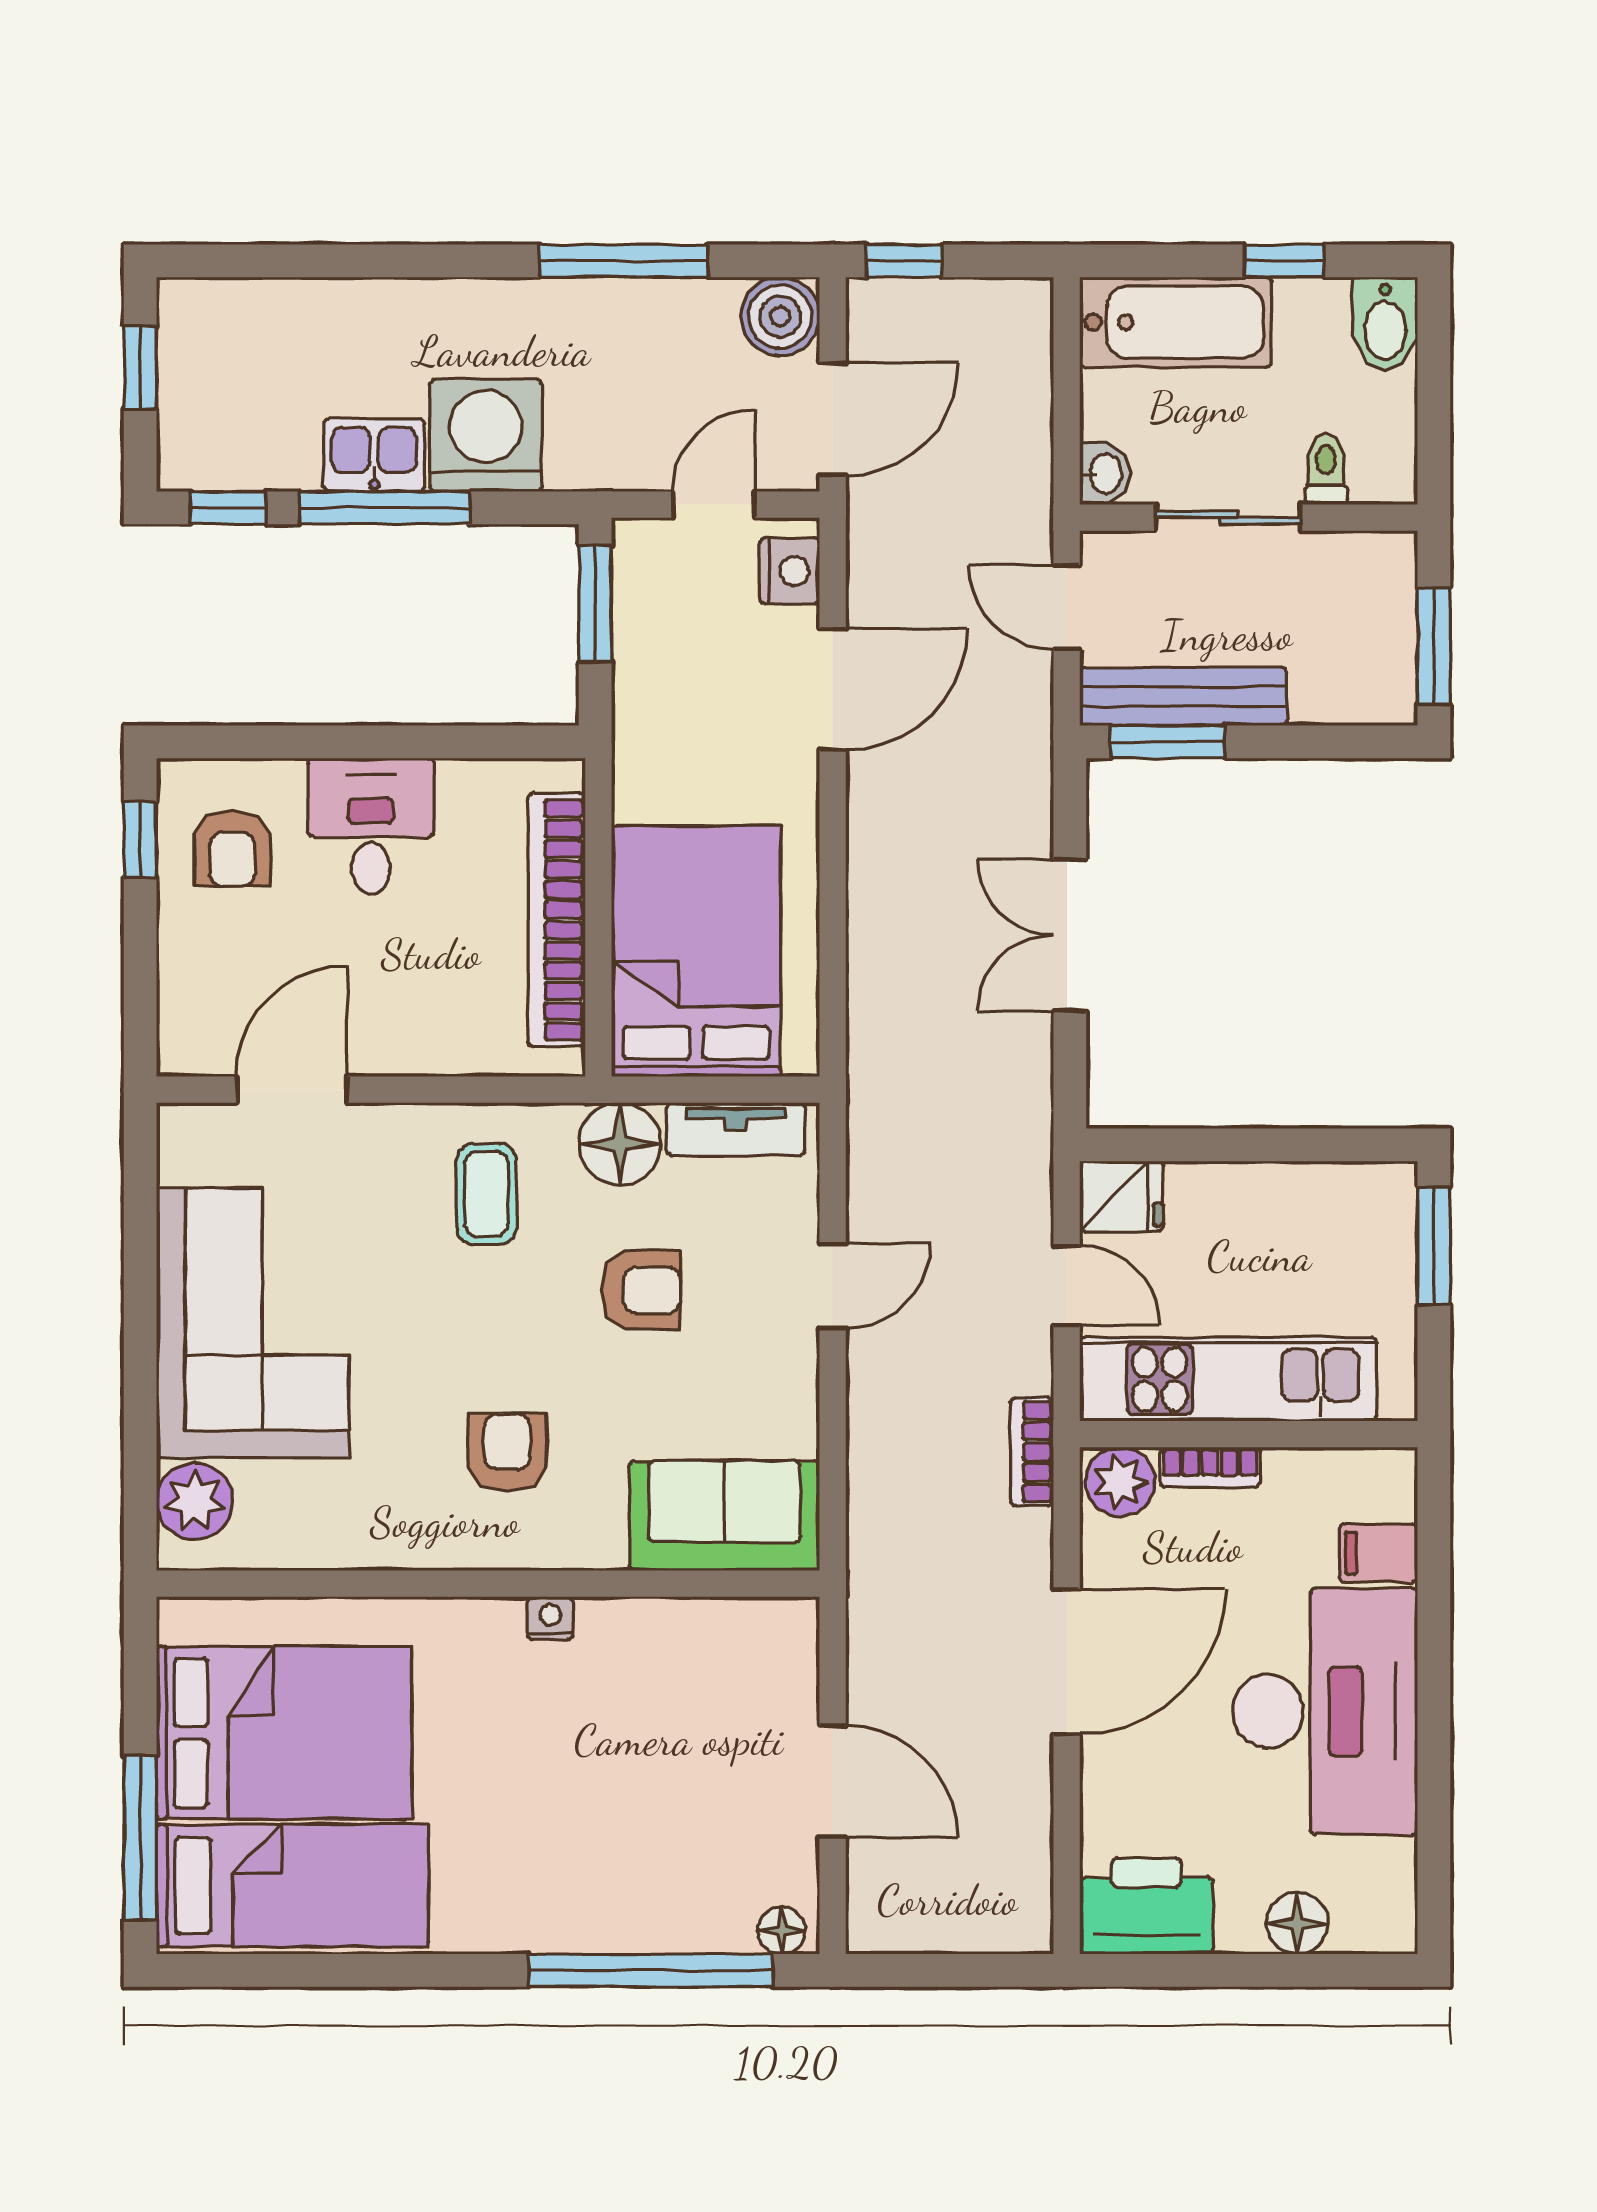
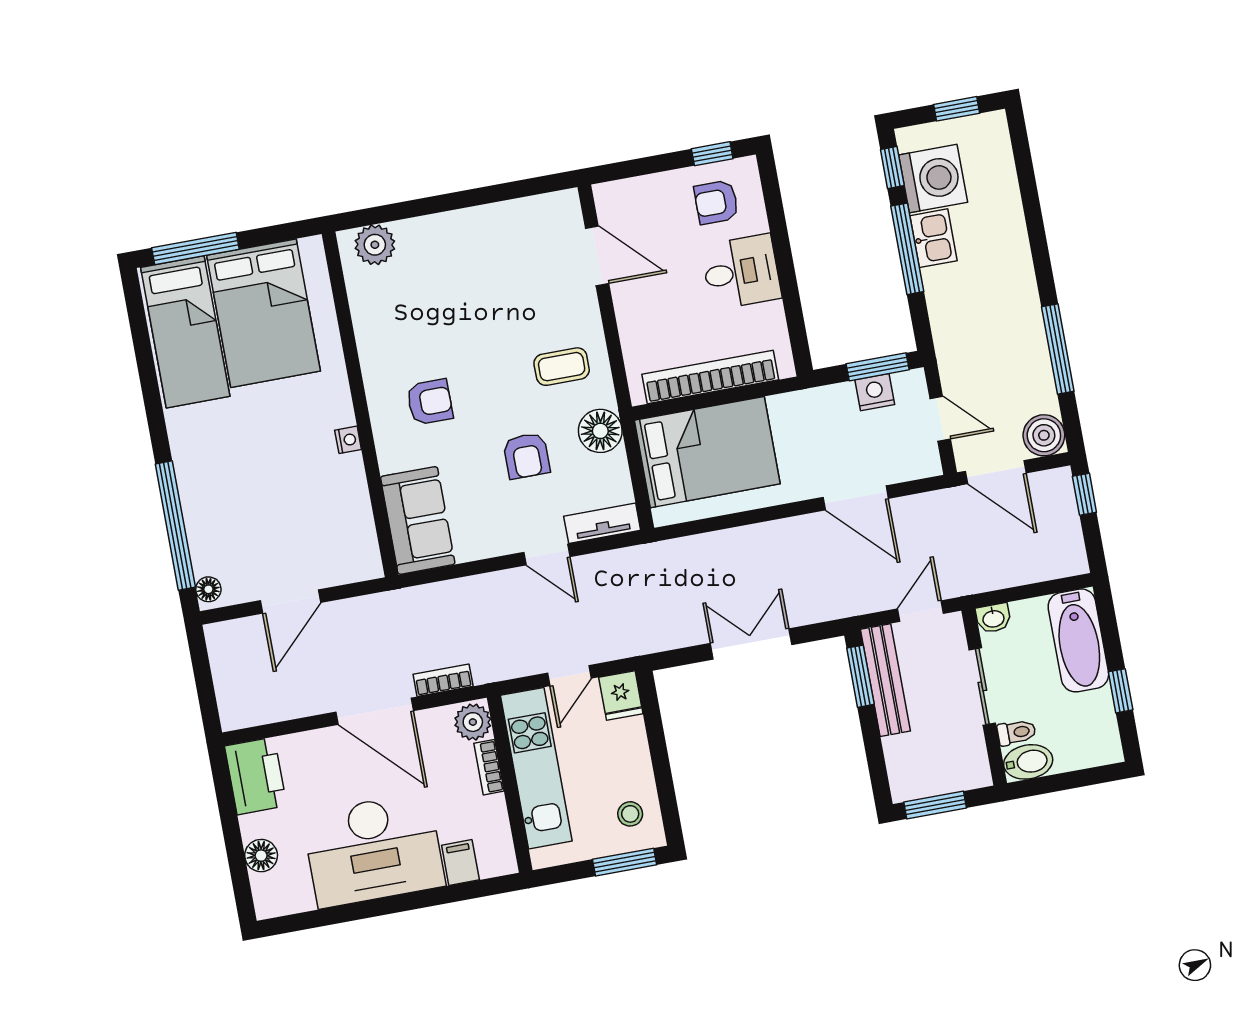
bidet: (1385, 324) -> (1028, 762), moved, turned 180
washing machine: (486, 435) -> (933, 179), moved
nightstand: (789, 571) -> (875, 392), moved, turned 180
tv unit: (736, 1129) -> (602, 523), moved, turned 90
stool: (1346, 1219) -> (630, 814), added
corner sofa: (253, 1323) -> (473, 258), removed
bookcase: (1032, 1452) -> (443, 680), moved

